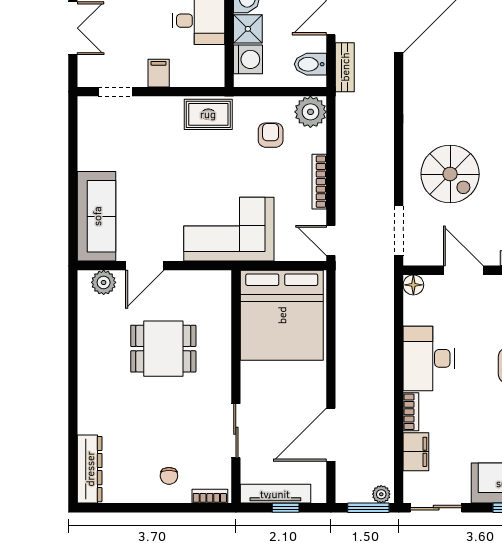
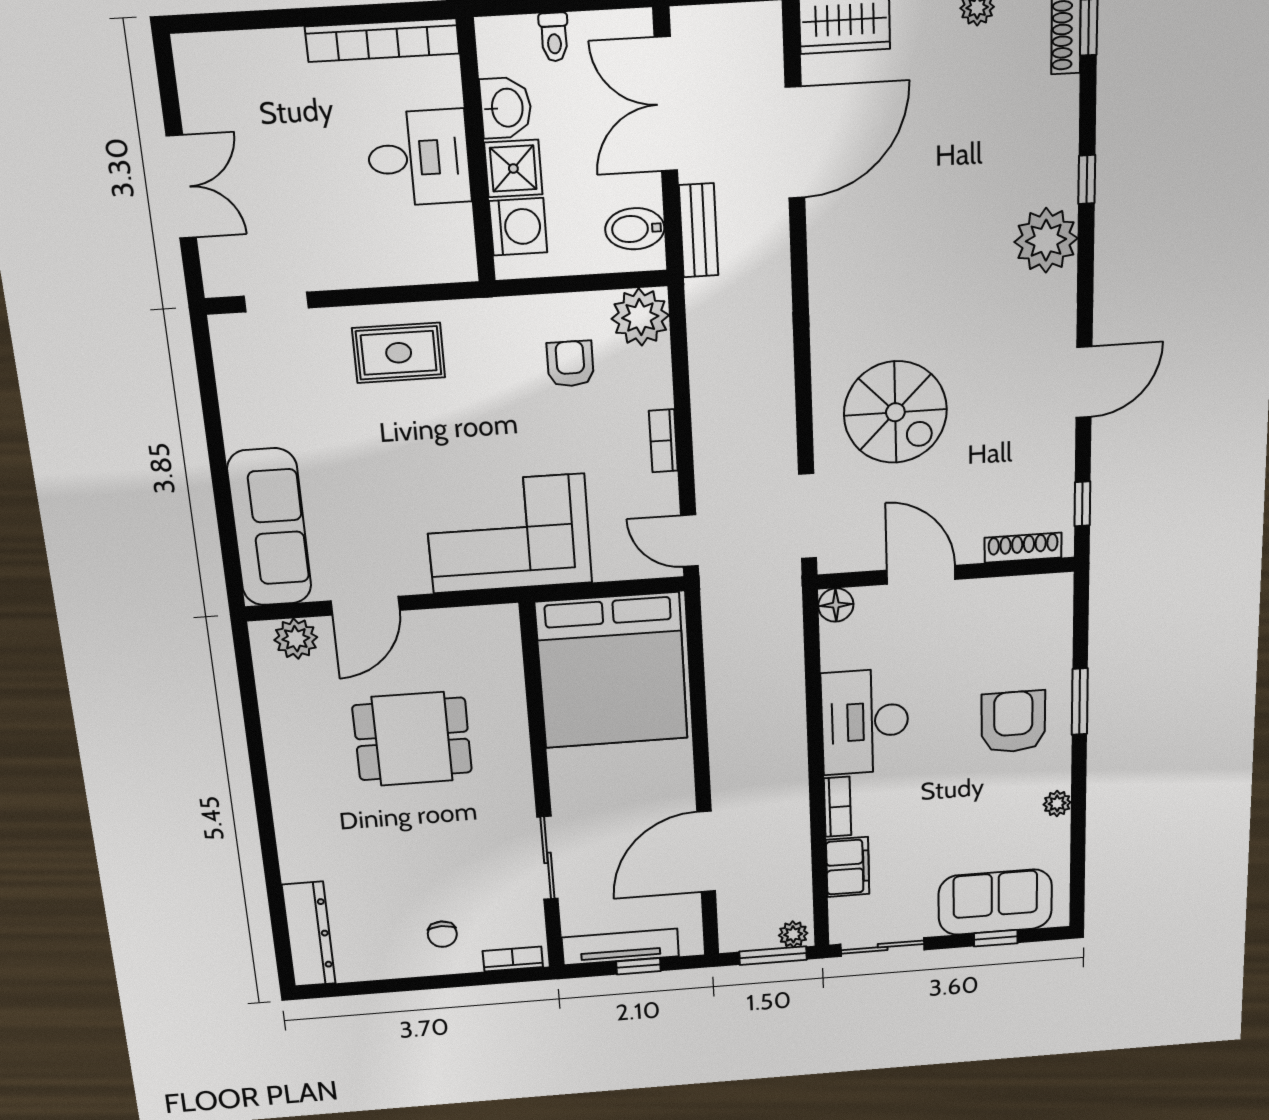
filing cabinet: (159, 73) -> (353, 263), removed
rug: (208, 114) -> (399, 353), moved
bookcase: (319, 182) -> (663, 441), width x0.64

